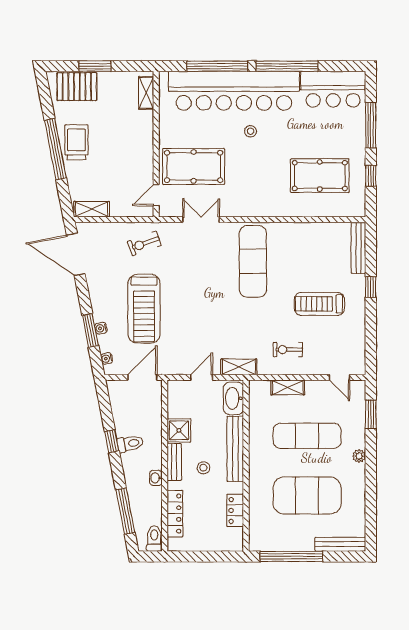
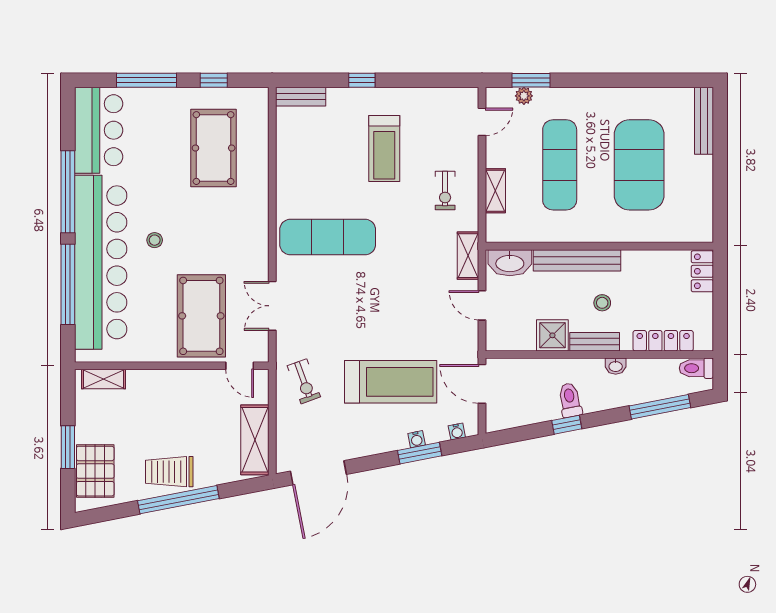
shelving: (92, 209) -> (255, 440), width x1.50, depth x1.33
bench: (358, 248) -> (301, 97), width x0.73
plant: (359, 456) -> (524, 96), moved
locker: (235, 510) -> (702, 271), moved, turned 90
window: (291, 556) -> (720, 186), removed

